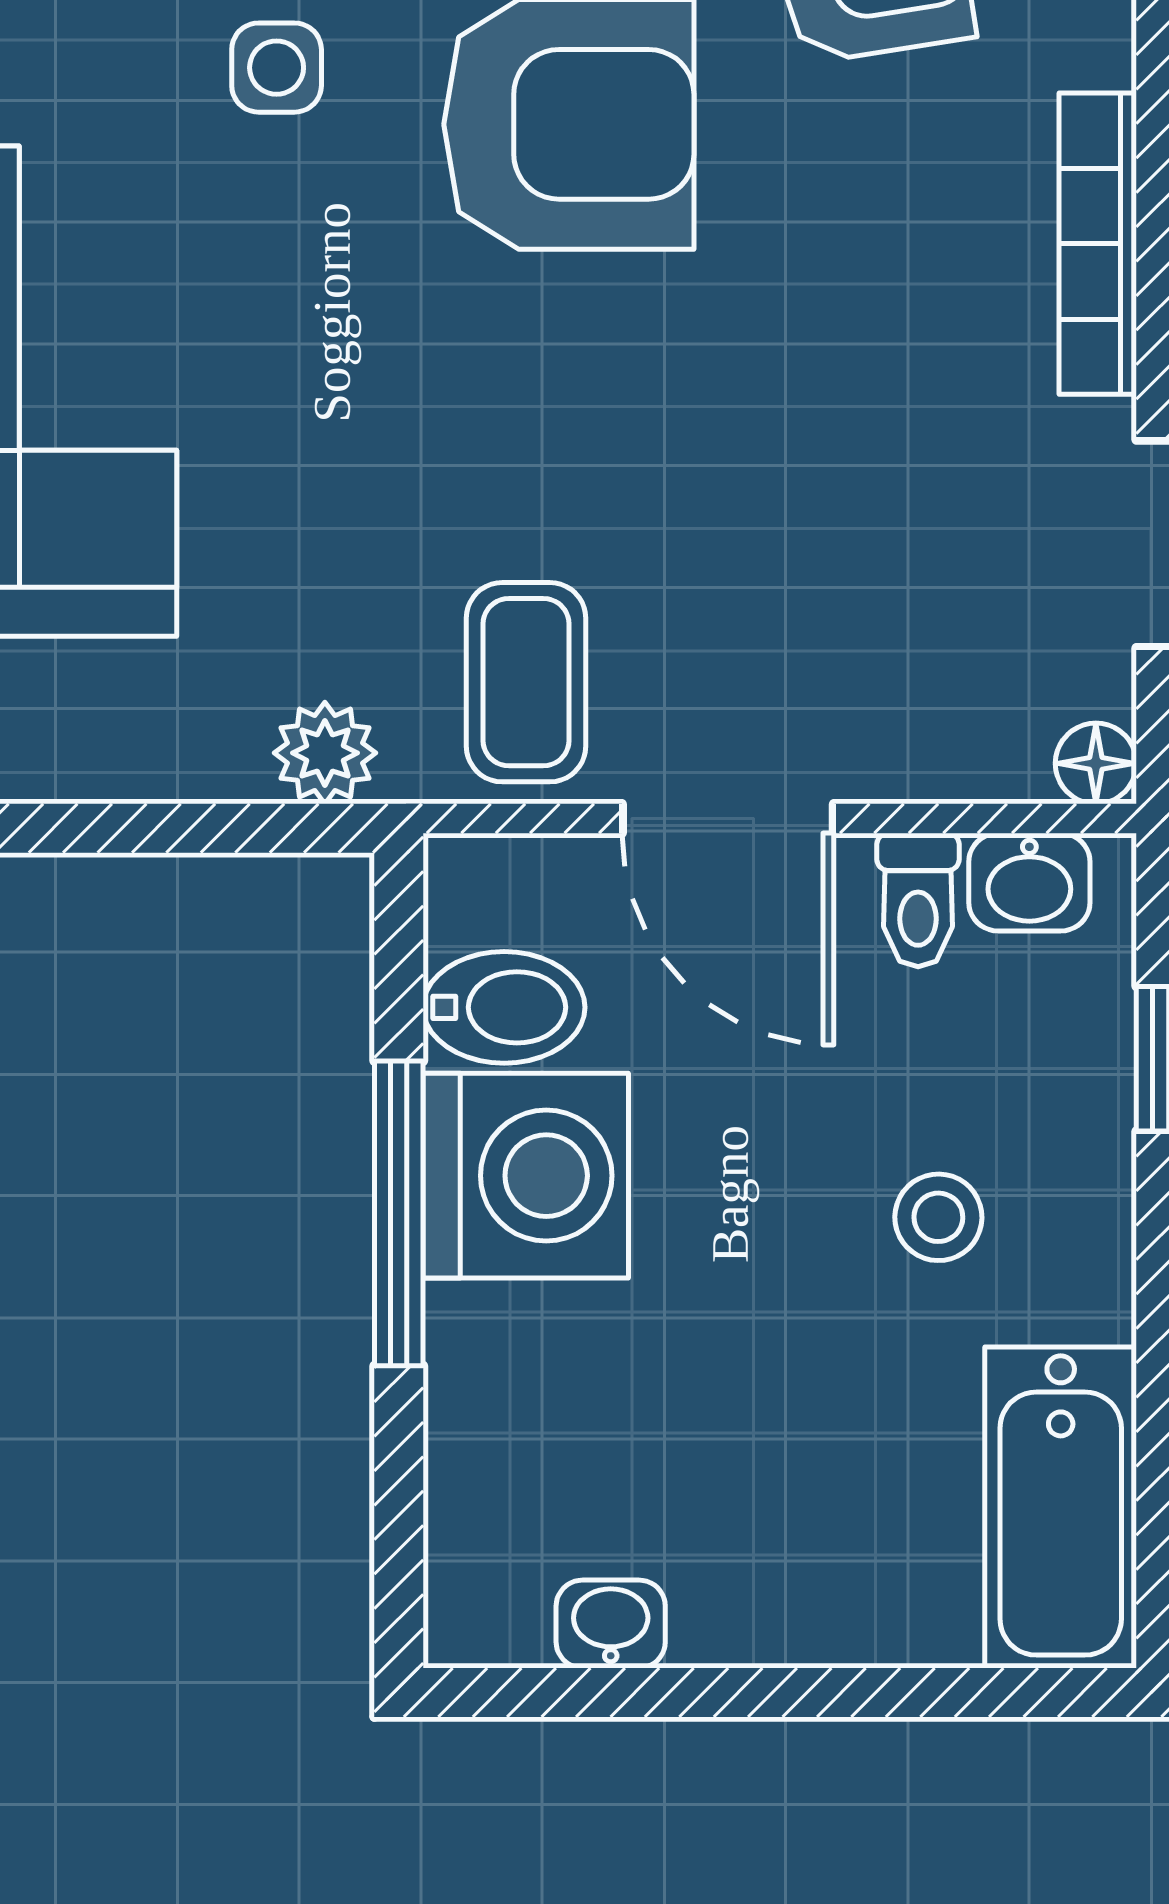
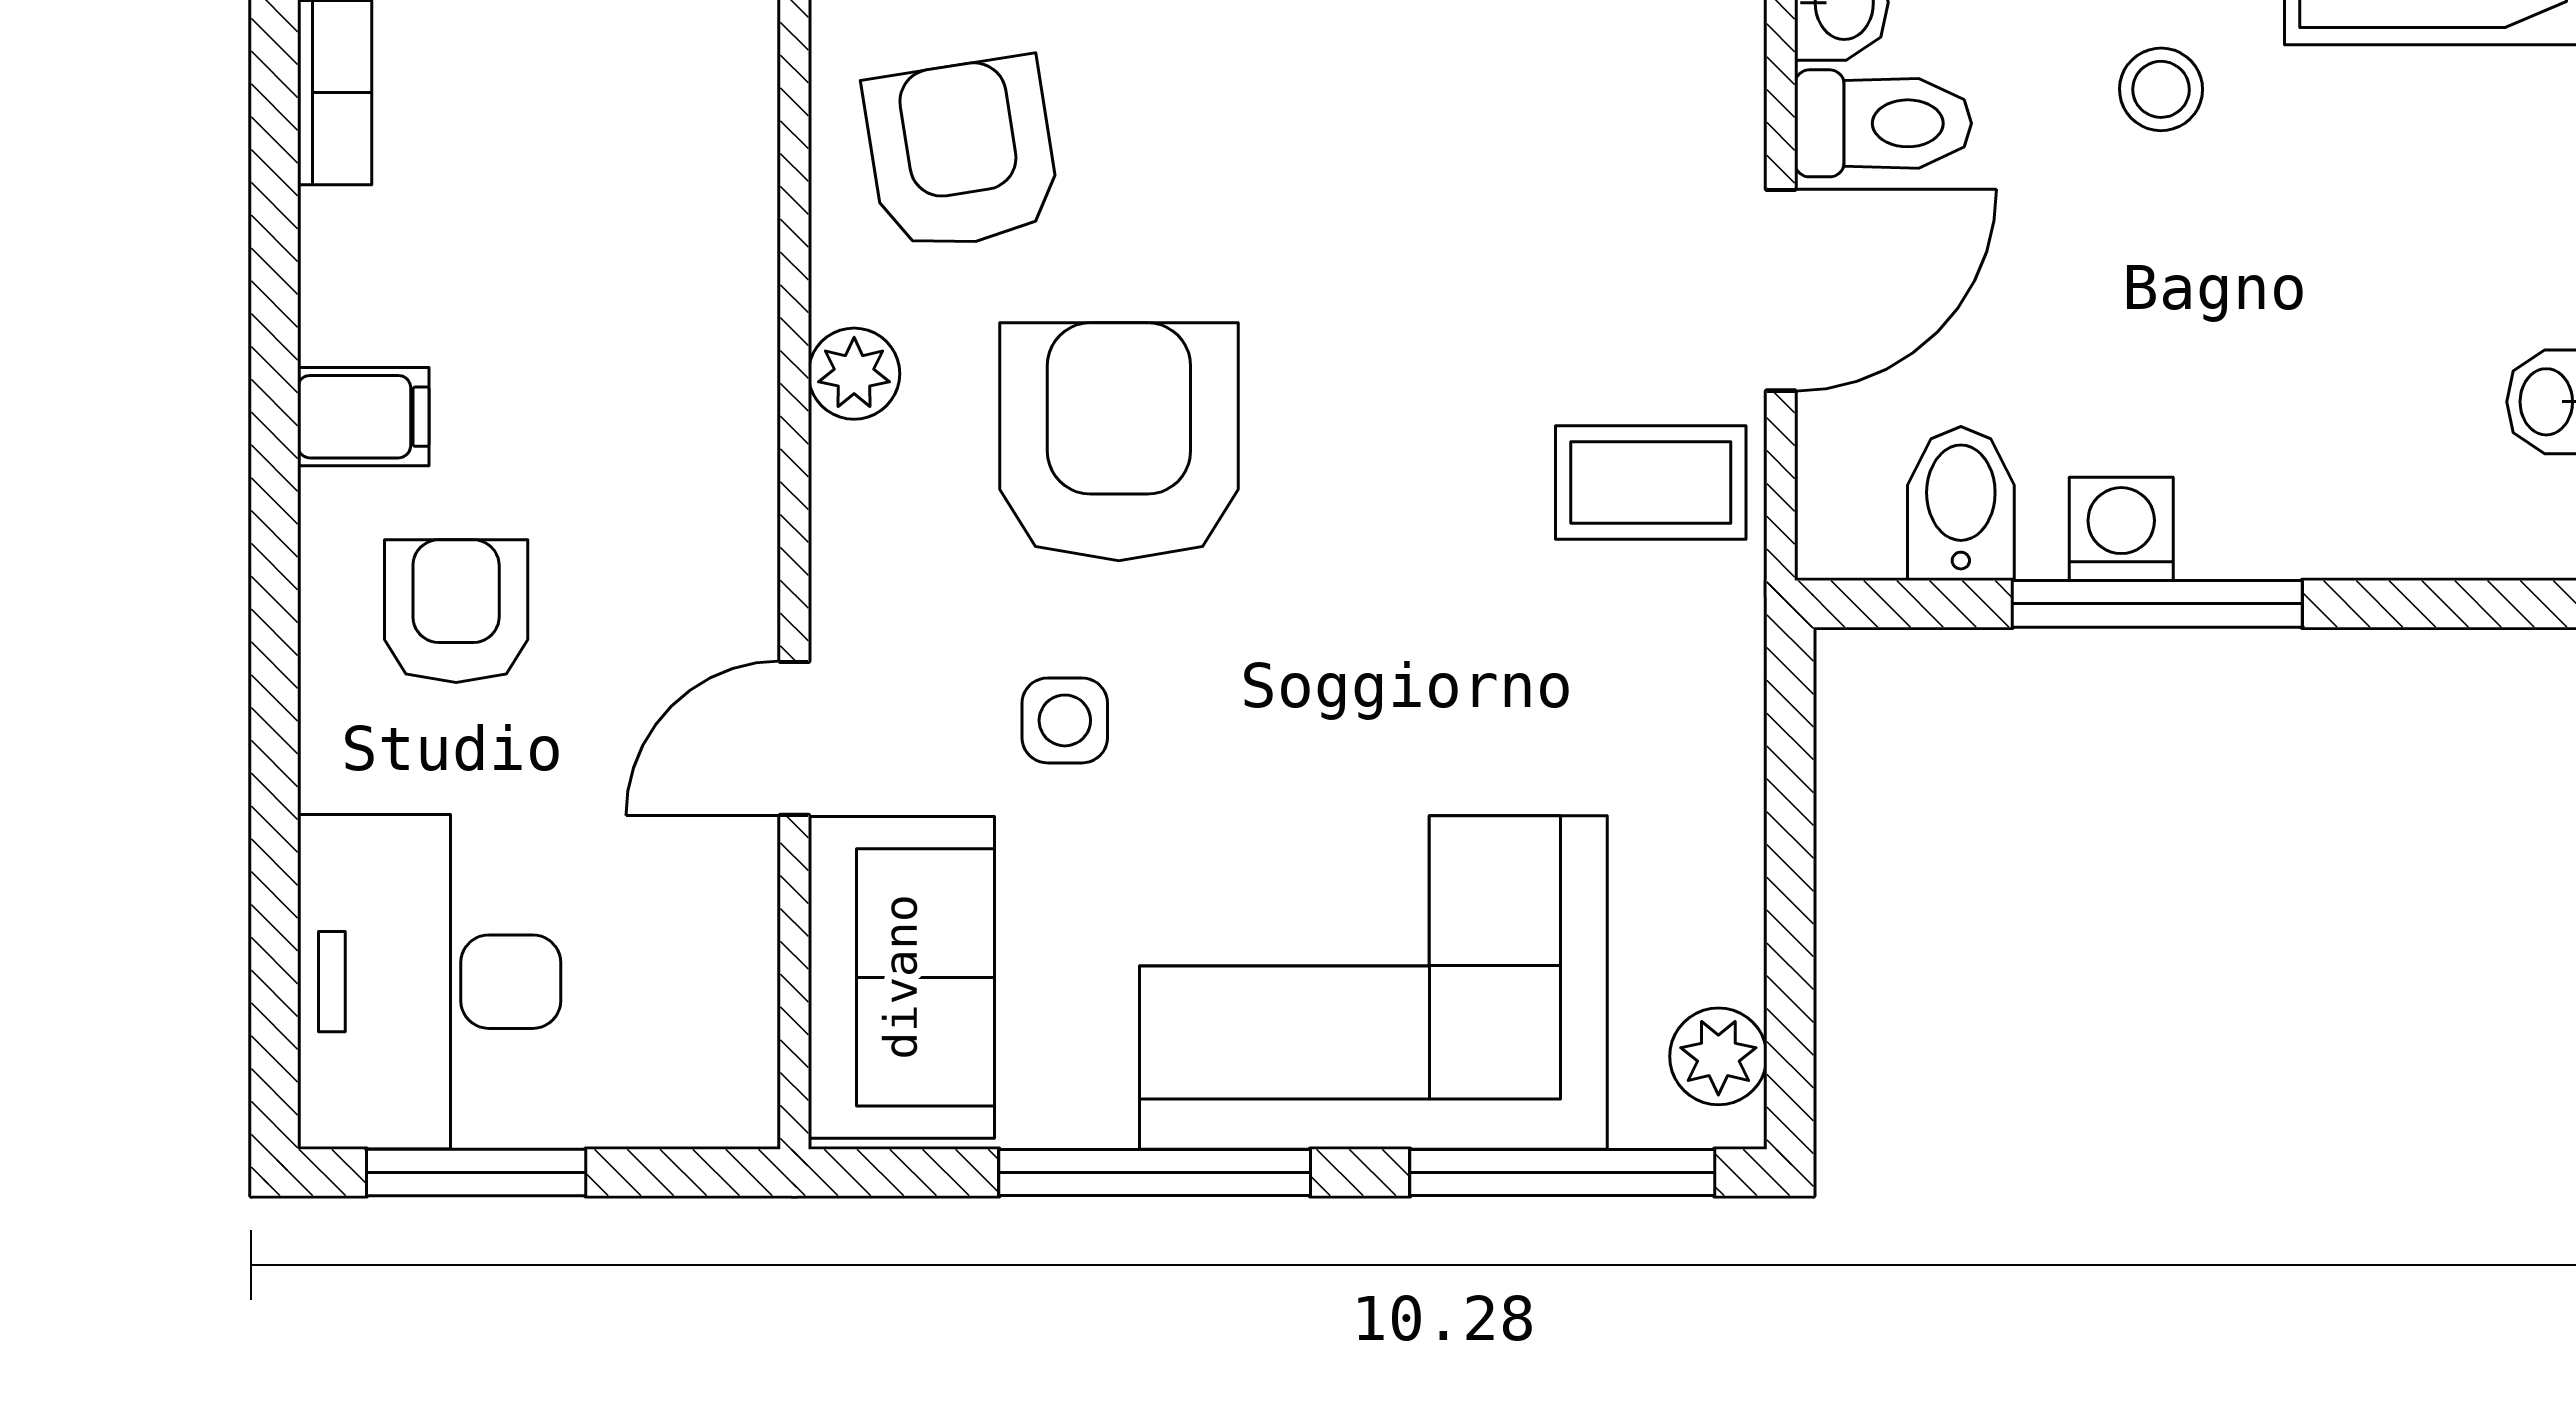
plant: (325, 753) -> (1718, 674), removed
toilet: (918, 900) -> (1883, 123), width x1.37, depth x1.39
washing machine: (526, 1176) -> (2121, 529), width x0.53, depth x0.53

